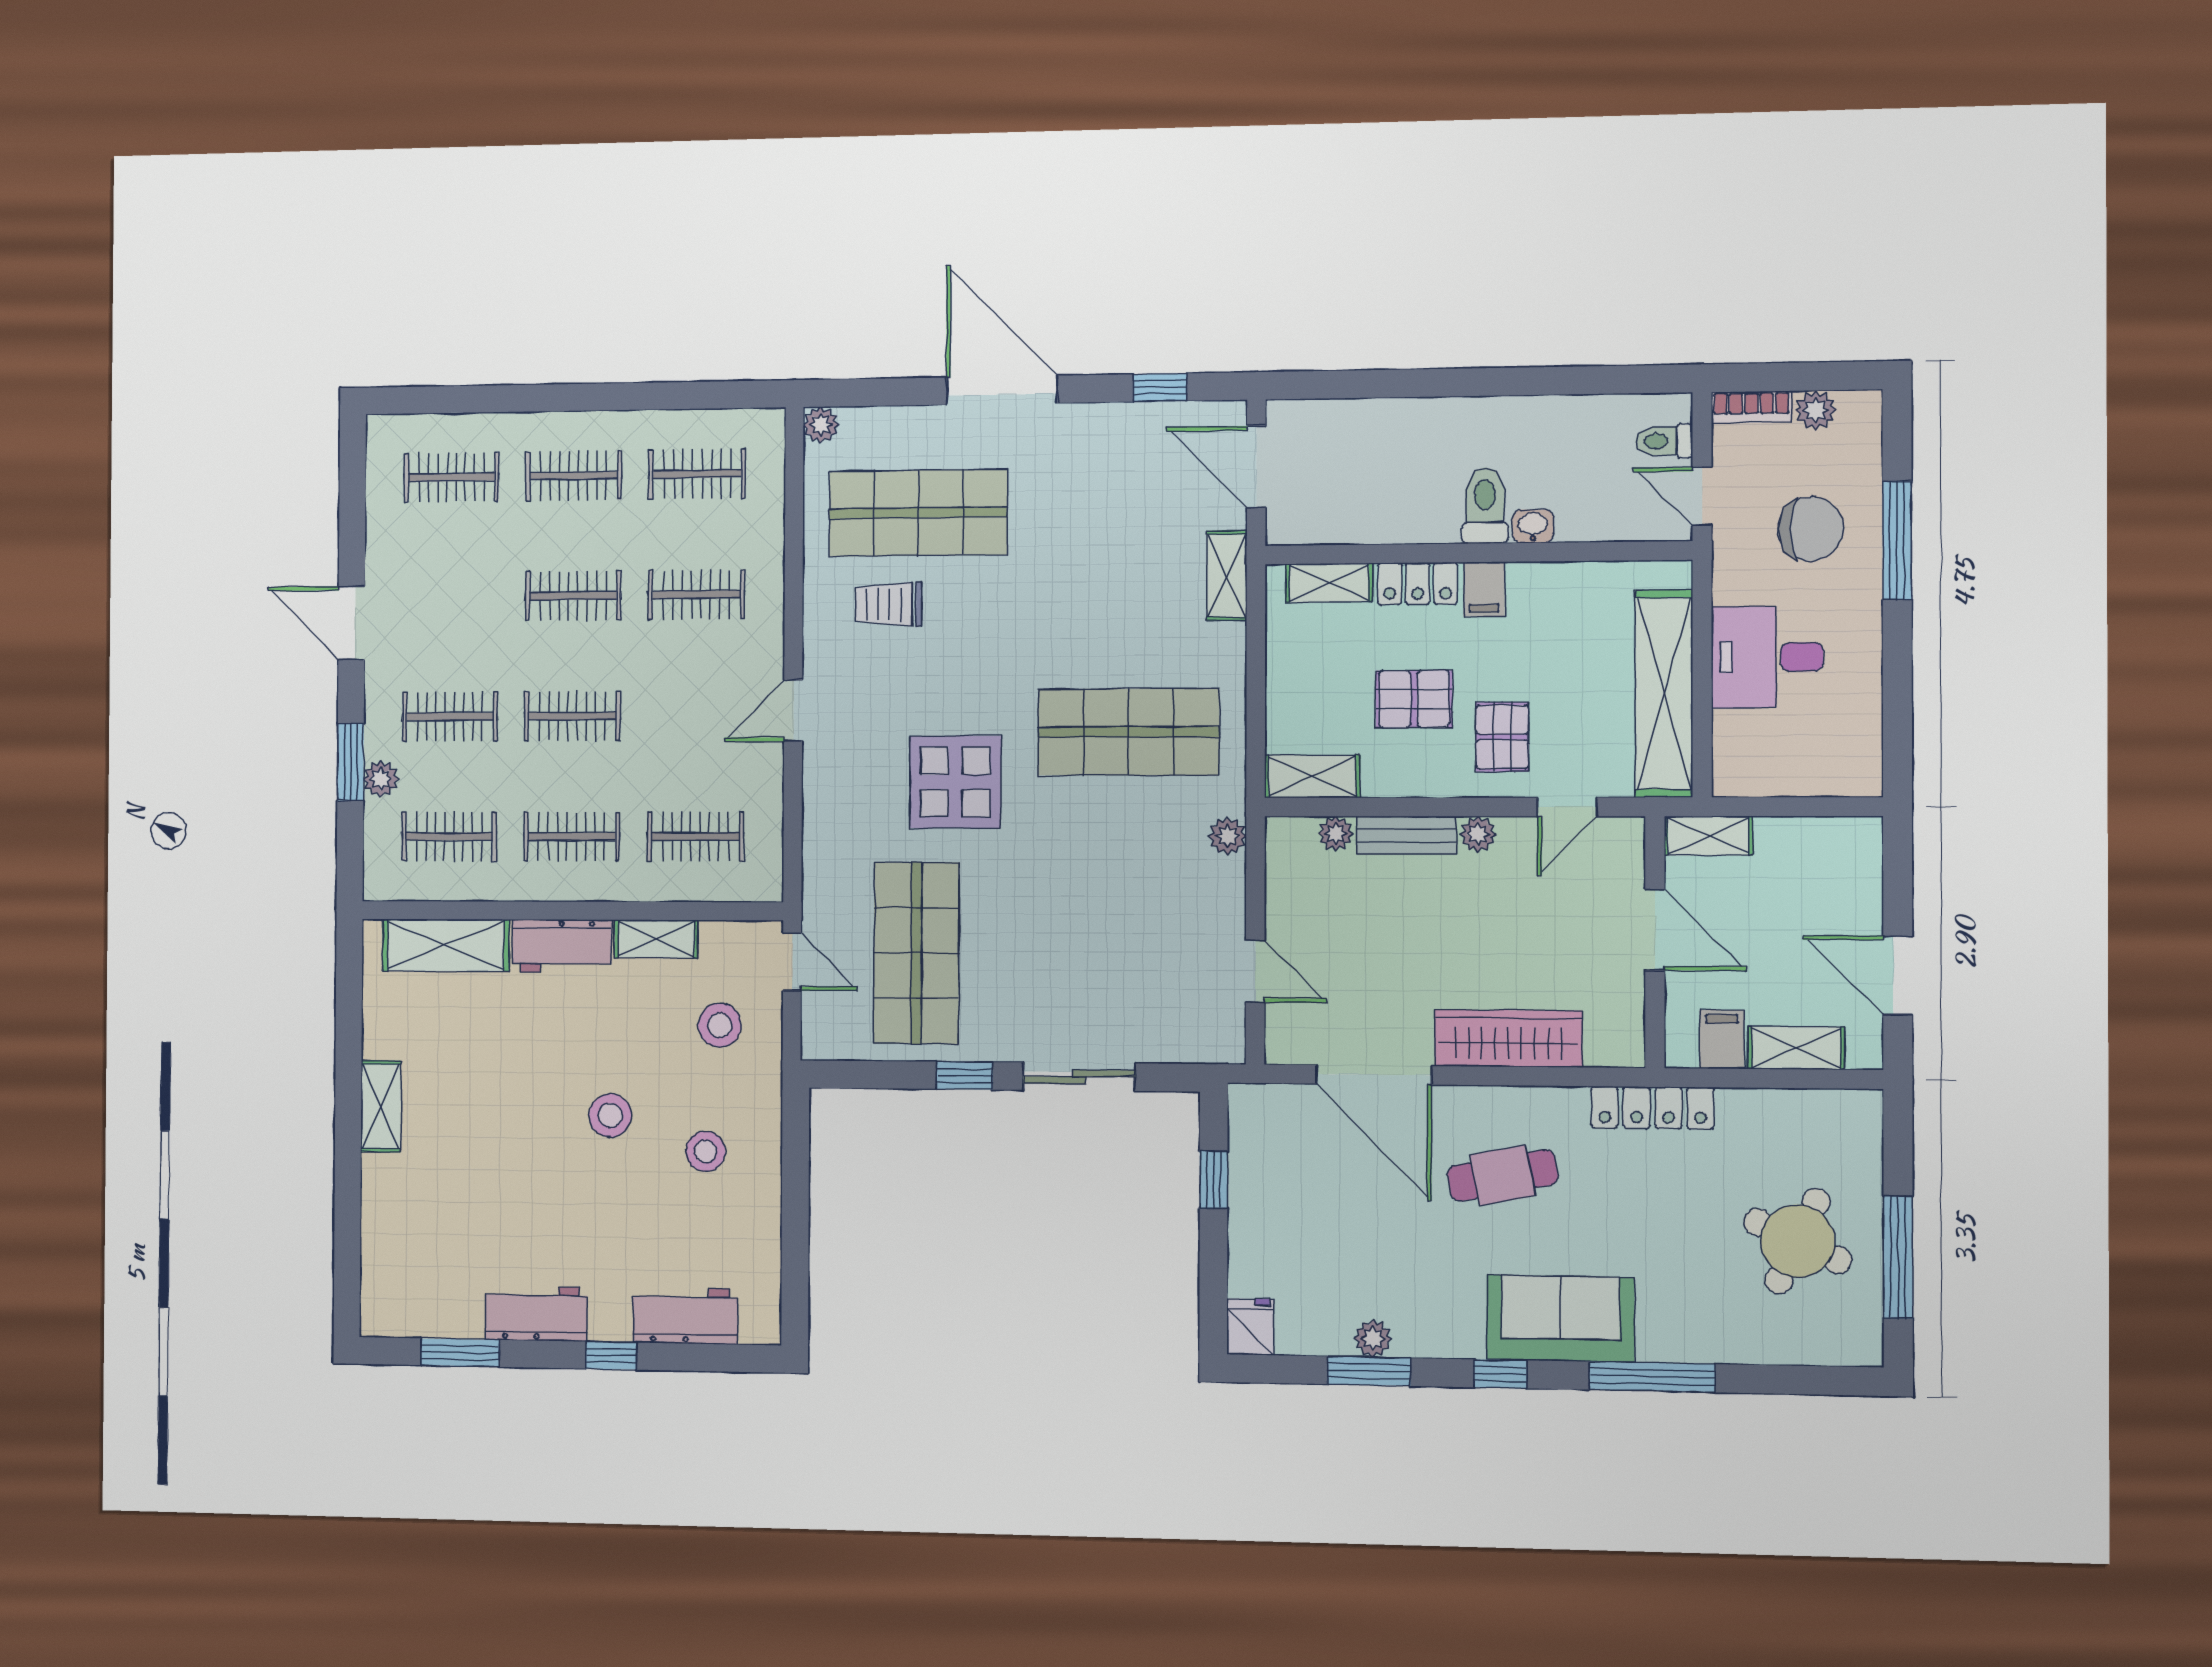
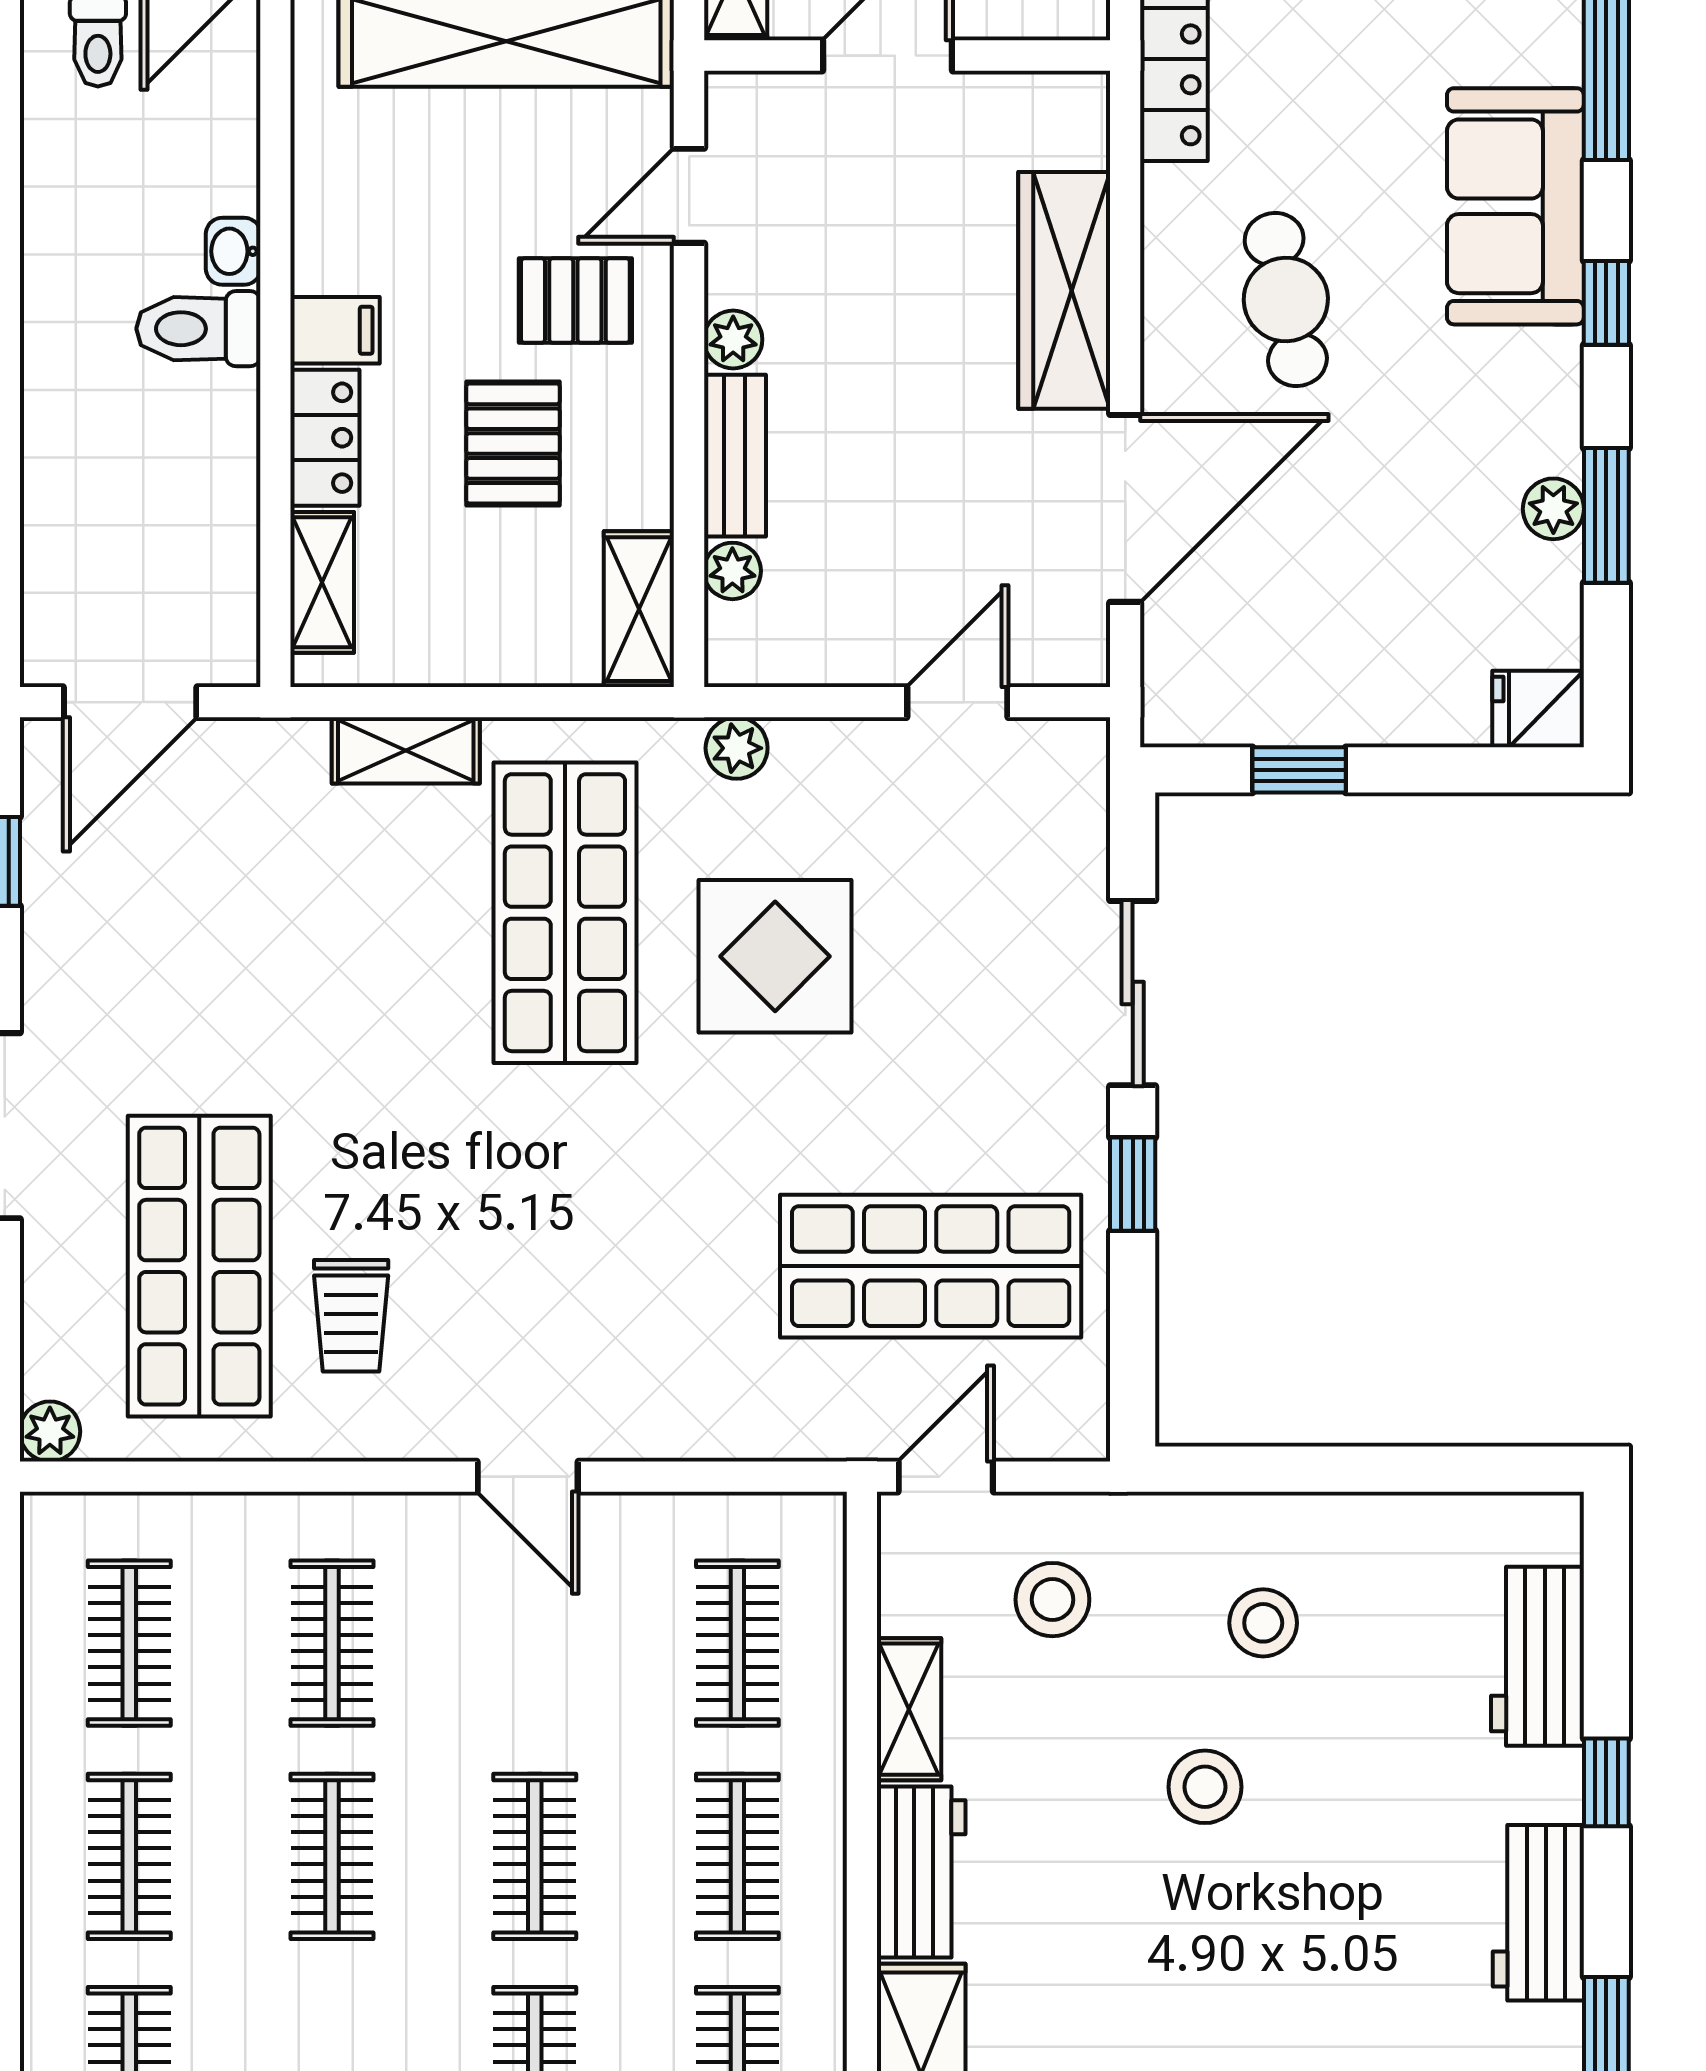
shelving: (1227, 576) -> (406, 750), moved
display table: (955, 782) -> (775, 956), moved
door: (1567, 807) -> (689, 196), swing flipped

